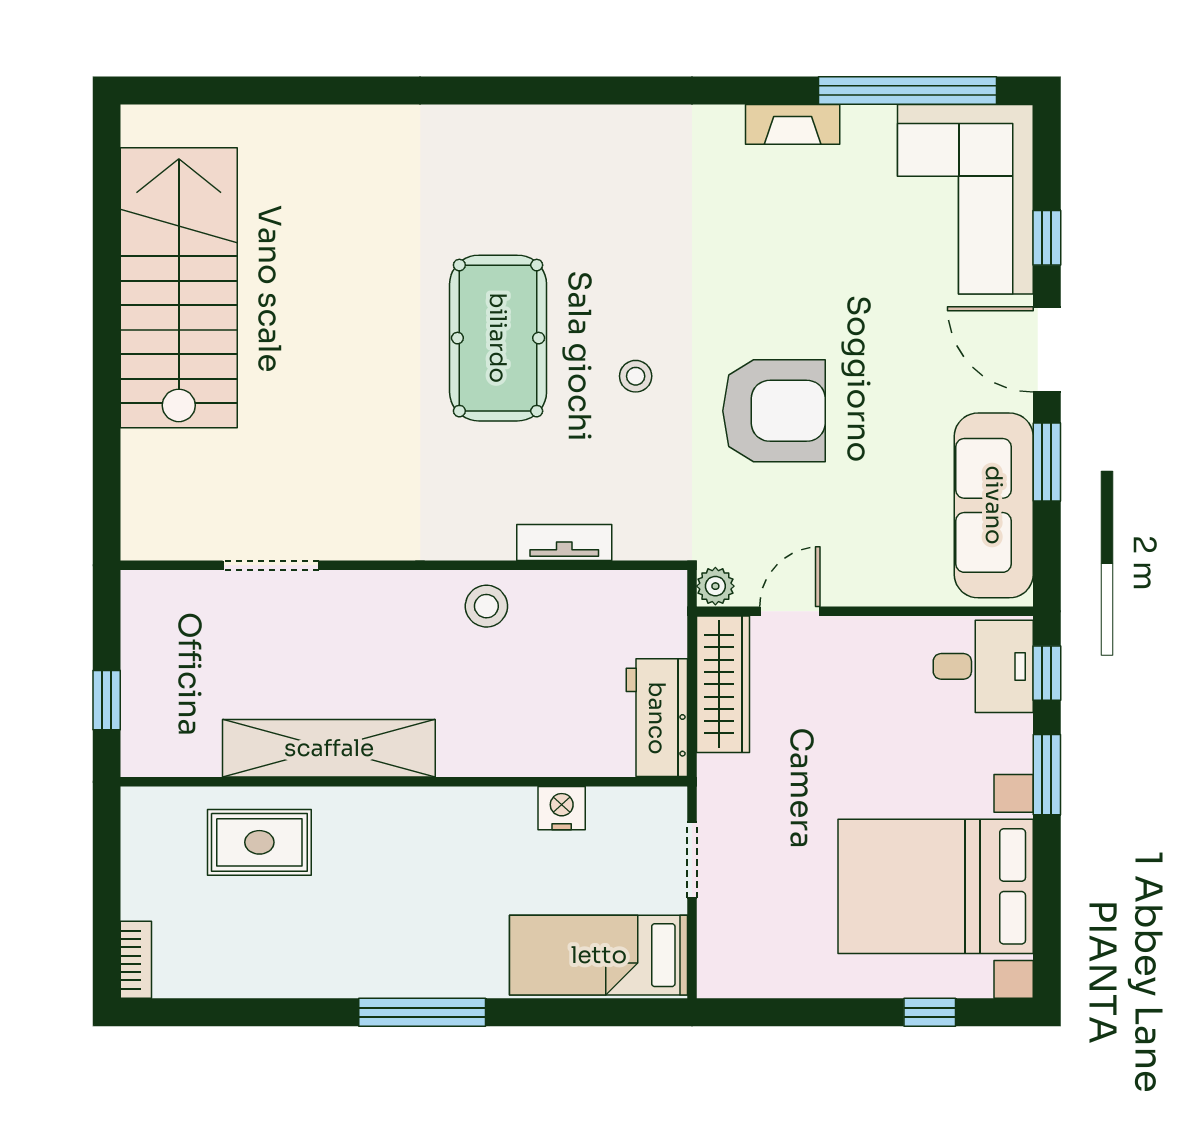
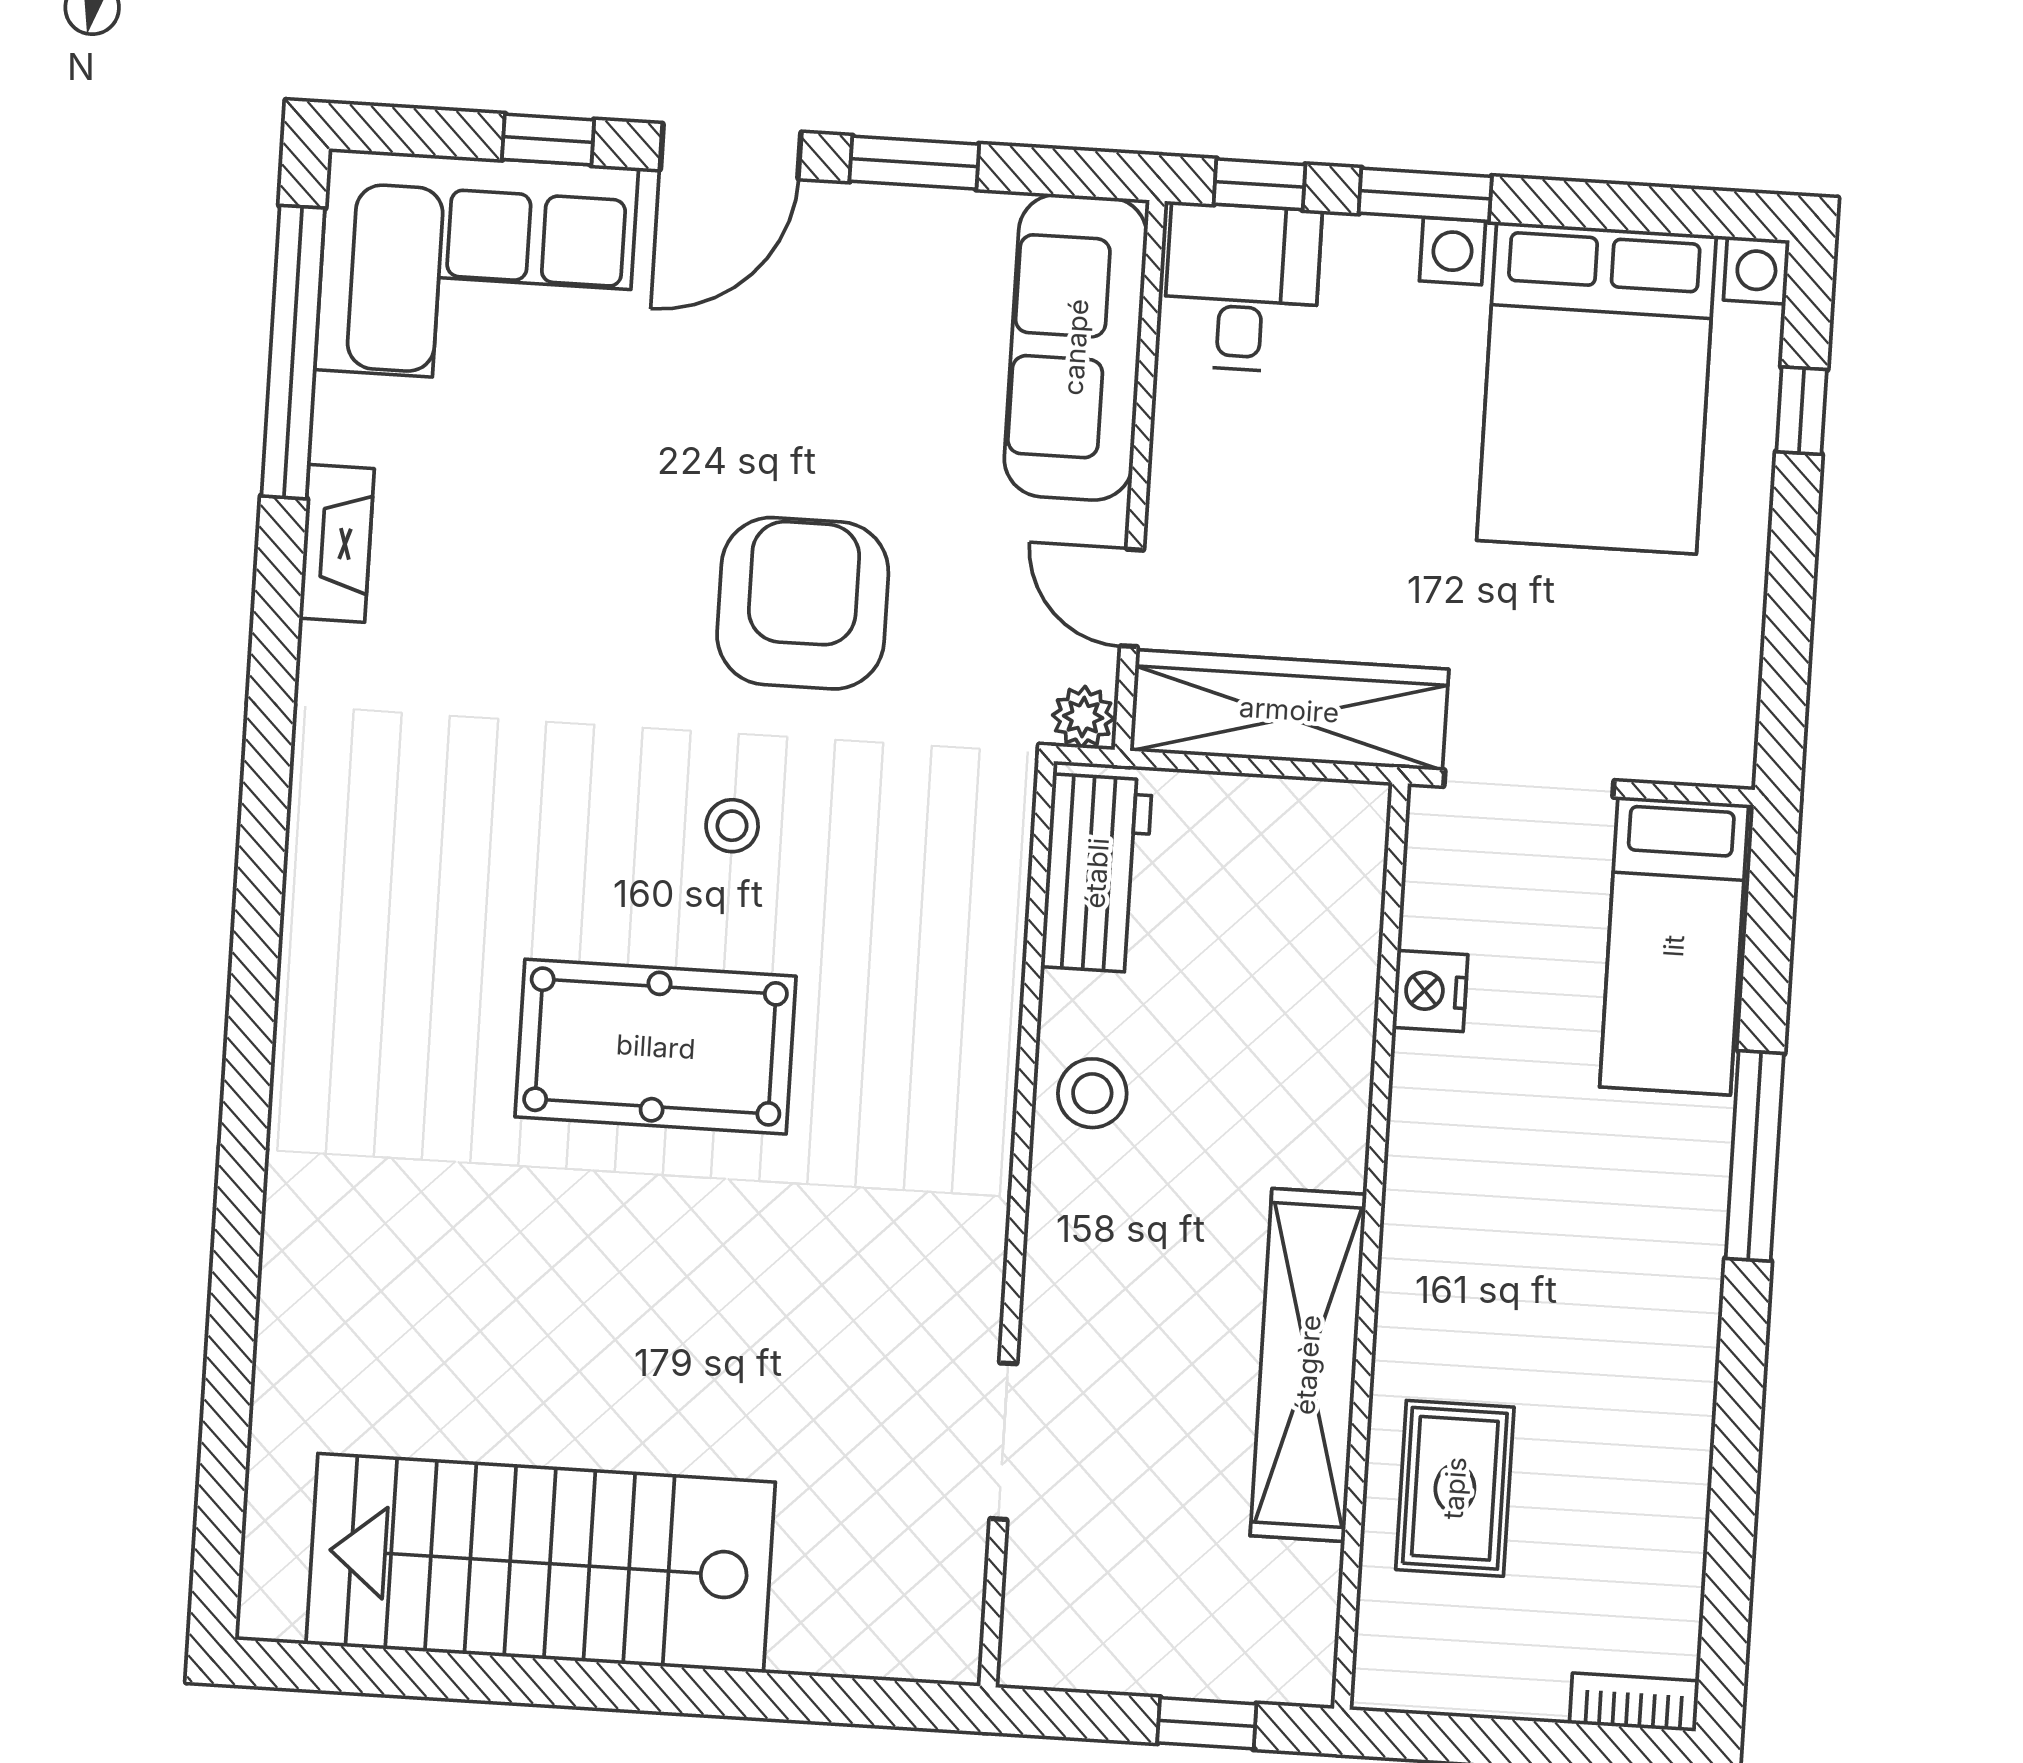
sofa: (994, 505) -> (1076, 347), moved, turned 90
tv unit: (564, 542) -> (996, 959), removed
wardrobe: (723, 684) -> (1289, 710), width x1.40, depth x1.17
workbench: (657, 718) -> (1097, 873), moved, turned -90
doorway: (692, 860) -> (1529, 783), width x1.38
window: (422, 1012) -> (1755, 1156), moved

